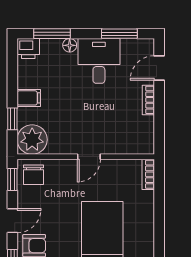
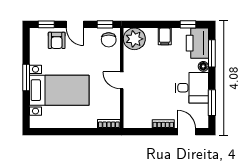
printer: (28, 49) -> (197, 43), width x1.87, depth x1.48
window: (12, 119) -> (188, 24), moved
chair: (33, 175) -> (109, 40), turned -90

